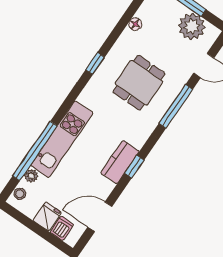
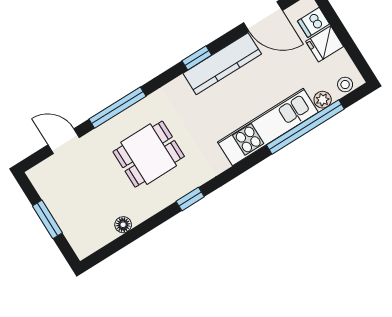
plant: (192, 26) -> (58, 193), removed
kitchen counter: (120, 162) -> (222, 64), width x1.50

